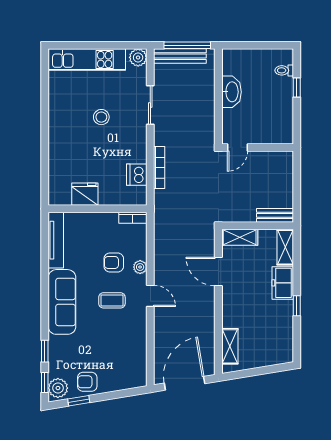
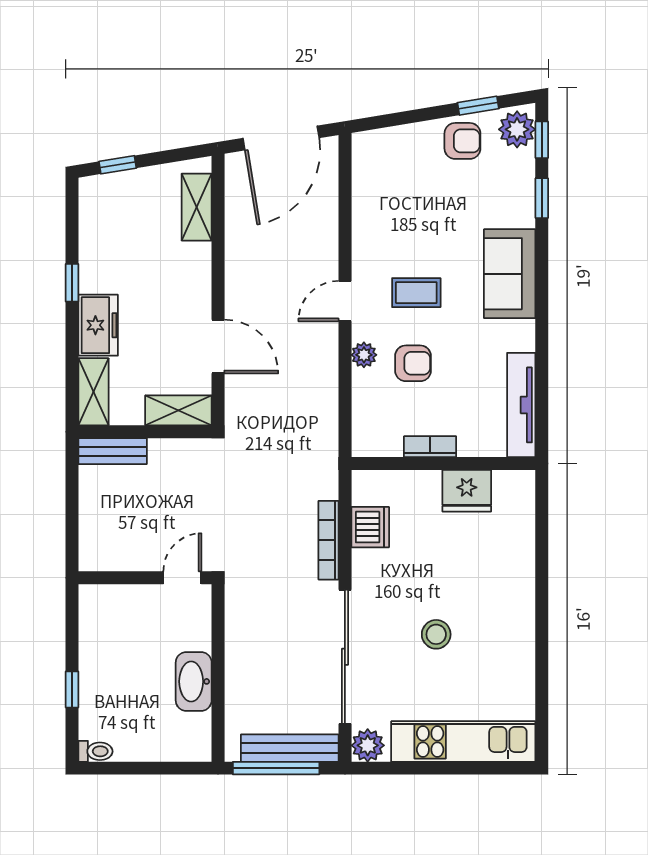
toilet: (284, 70) -> (95, 751), moved
sliding door: (150, 105) -> (345, 657), width x1.86
bookcase: (133, 218) -> (430, 447), moved
door: (150, 296) -> (345, 301), hinge flipped
sofa: (62, 302) -> (510, 274), width x0.73
window: (272, 369) -> (118, 165), added

